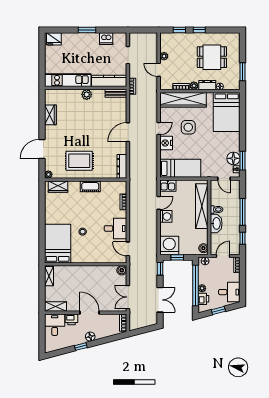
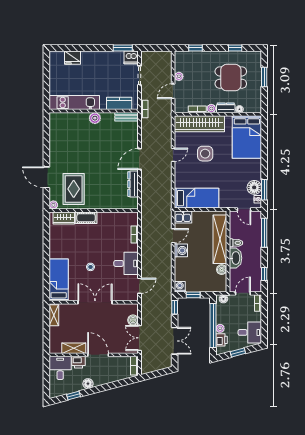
window: (87, 30) -> (123, 48), moved
window: (199, 30) -> (235, 48), moved
fridge: (54, 39) -> (73, 58), moved
dishwasher: (106, 39) -> (131, 57), moved
door: (159, 70) -> (173, 91), hinge flipped
window: (243, 72) -> (264, 77), moved
kitchen counter: (109, 81) -> (119, 103), width x0.67
wardrobe: (50, 115) -> (55, 140), removed
nightstand: (166, 143) -> (181, 171), removed
door: (42, 149) -> (46, 177), hinge flipped
rug: (79, 161) -> (74, 189), moved, turned 90
dresser: (122, 166) -> (133, 184), moved
cot: (90, 186) -> (86, 218), moved
window: (243, 212) -> (264, 233), moved
bed: (58, 244) -> (59, 280), width x0.67
washing machine: (169, 245) -> (180, 287), width x0.53, depth x0.53
boiler: (203, 248) -> (222, 270), moved
door: (128, 249) -> (140, 286), swing flipped
double door: (87, 264) -> (95, 302), added
boiler: (122, 270) -> (133, 320), moved
shelving: (55, 307) -> (74, 348), moved
floor lamp: (90, 337) -> (88, 384), moved
window: (81, 347) -> (73, 396), moved

